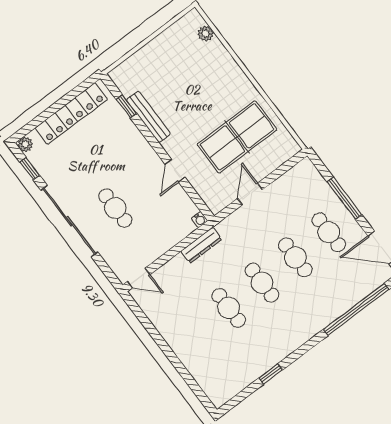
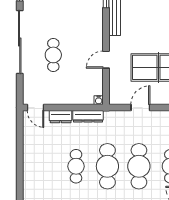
cafe table: (295, 257) -> (139, 166), width x1.37, depth x1.35
dresser: (173, 268) -> (61, 117), added
cafe table: (262, 283) -> (107, 166), width x1.37, depth x1.35

